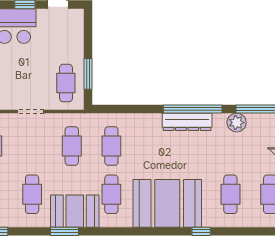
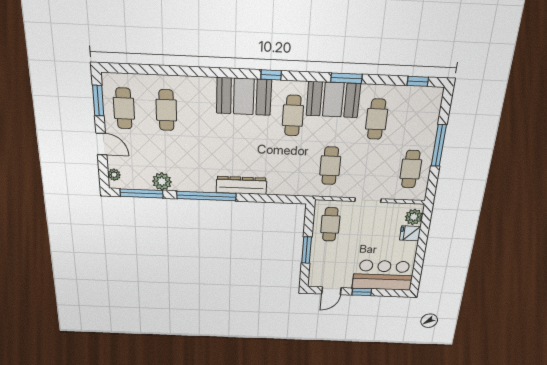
window: (88, 74) -> (307, 250), moved
dresser: (187, 122) -> (241, 185), moved
cafe table: (111, 146) -> (290, 164), removed
booth: (167, 203) -> (244, 96), width x0.73, depth x0.70
window: (201, 231) -> (271, 75), moved

